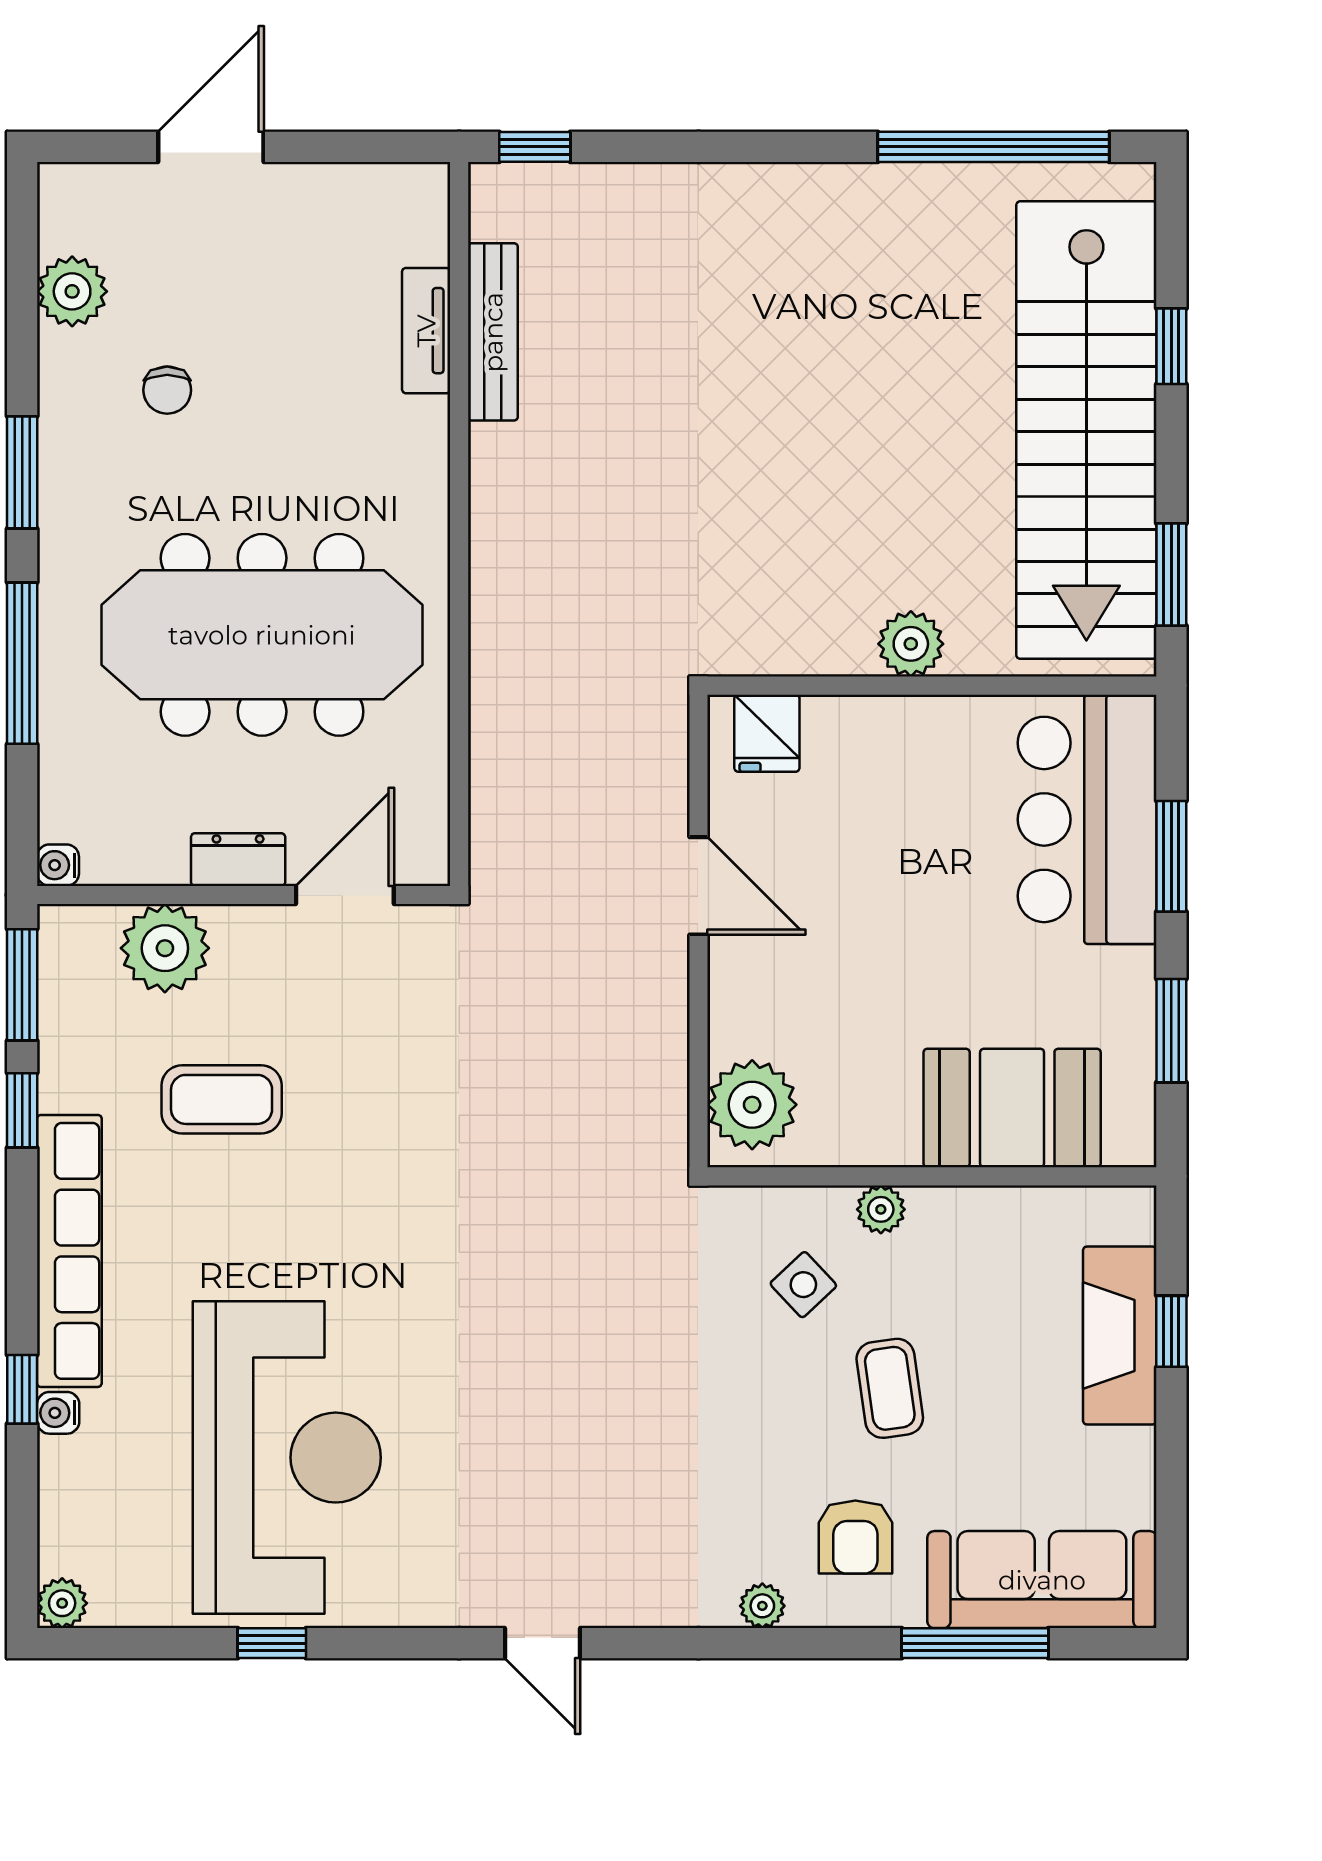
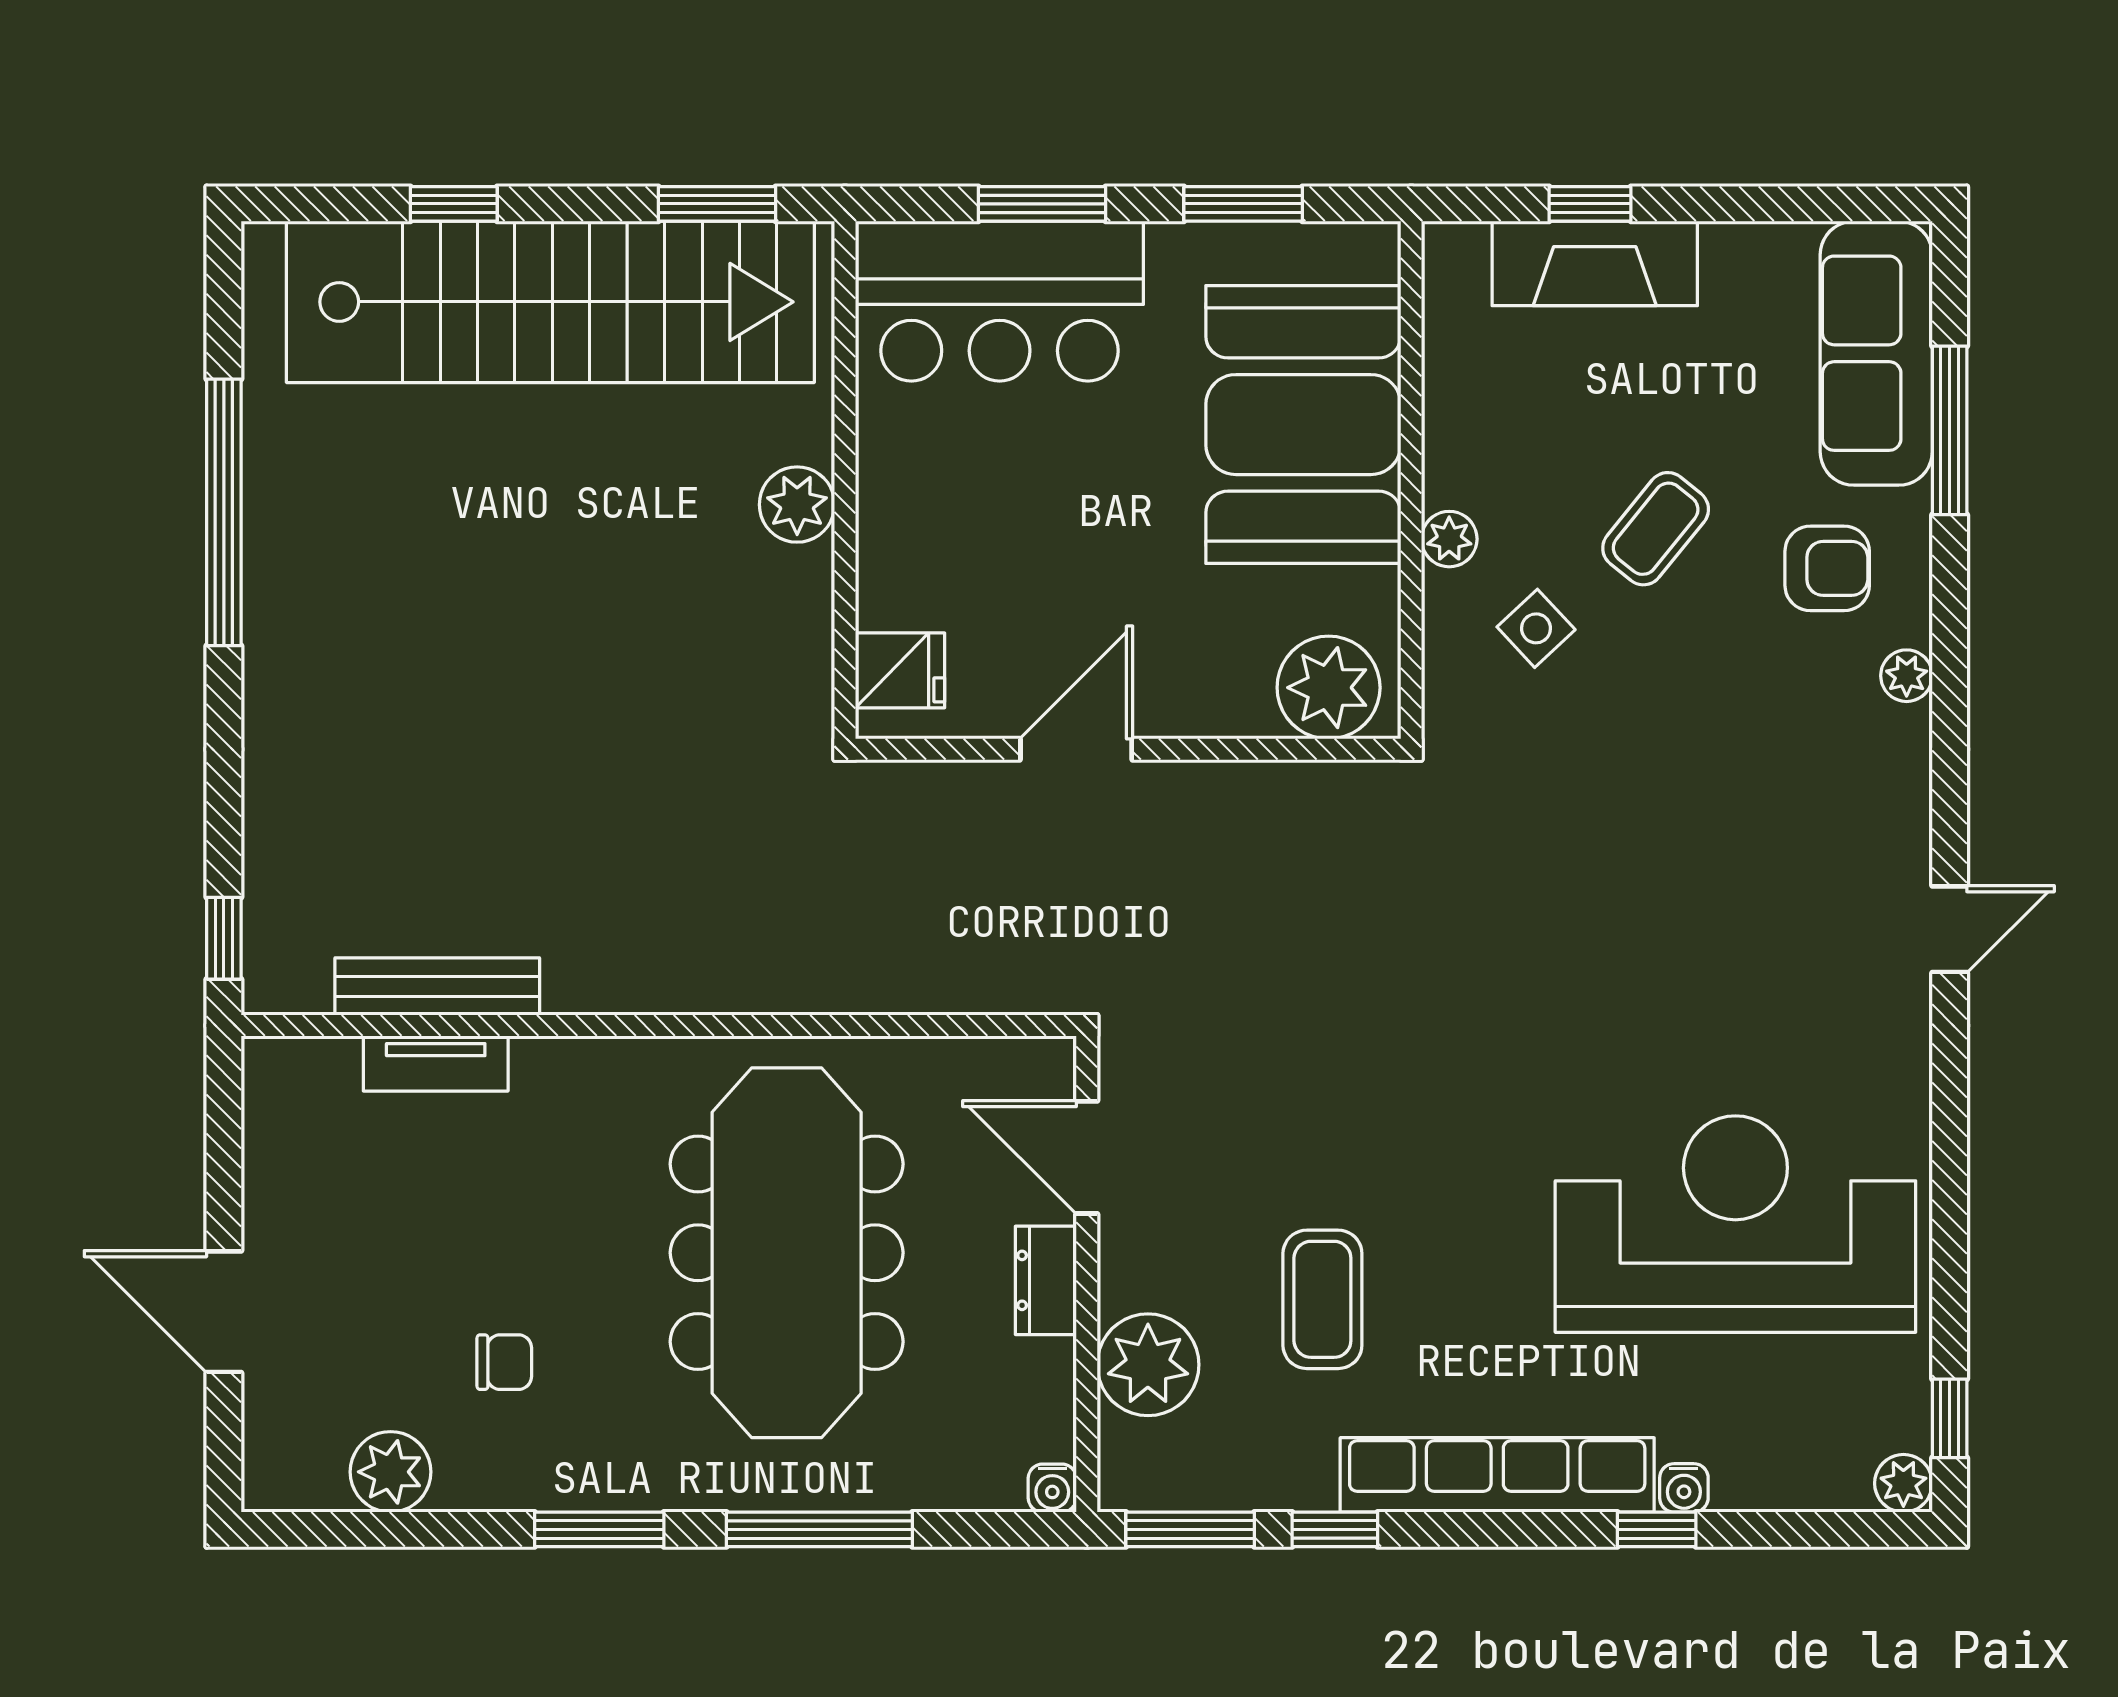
window: (993, 147) -> (224, 512), moved
booth: (1012, 1108) -> (1303, 425), width x1.36, depth x1.42
coffee table: (890, 1388) -> (1656, 529), turned -43
window: (272, 1643) -> (1950, 1418), moved

